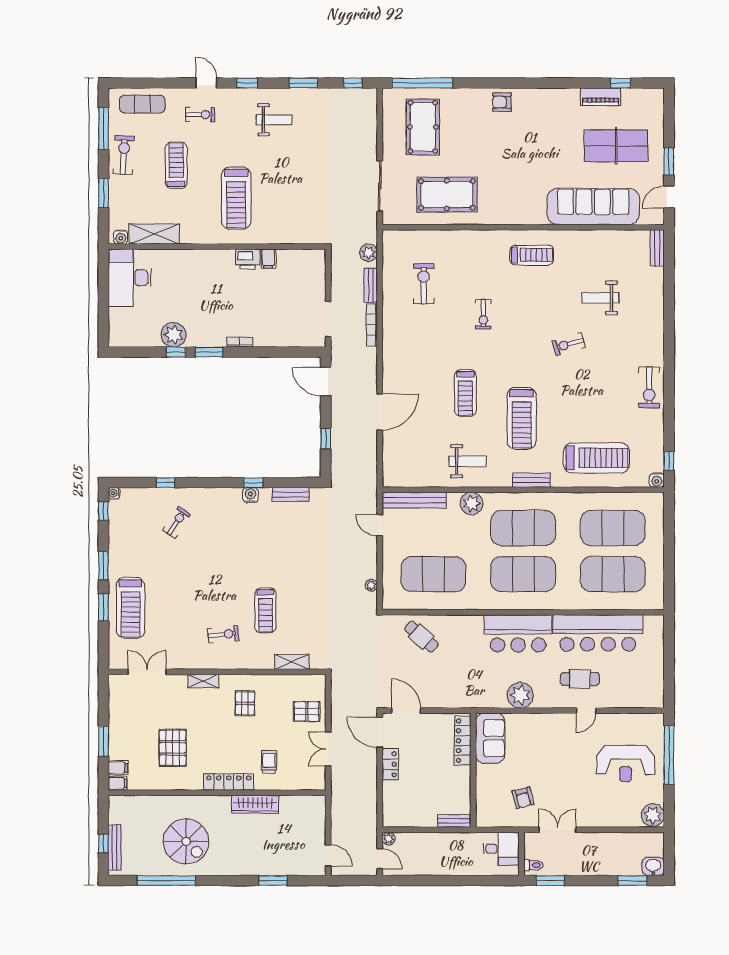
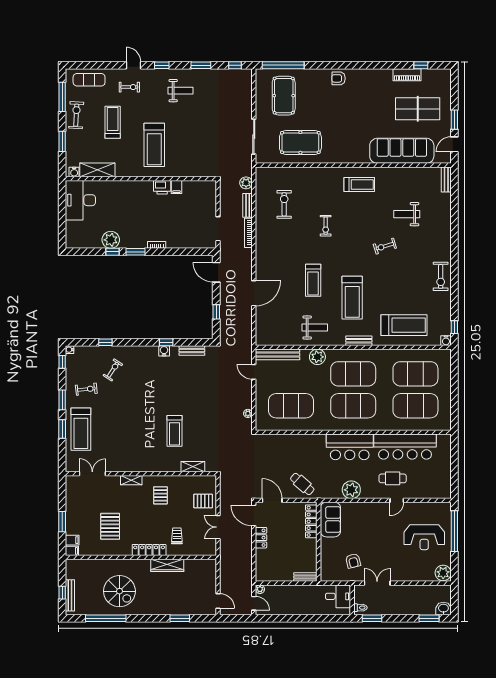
exercise bike: (223, 634) -> (86, 389), moved
cafe table: (421, 637) -> (302, 484), moved

